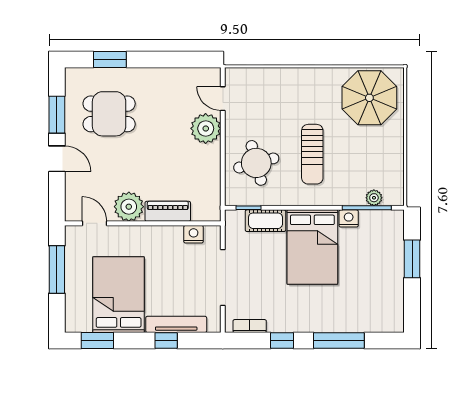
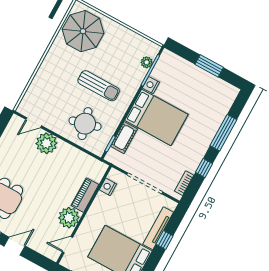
window: (412, 259) -> (209, 66), moved

